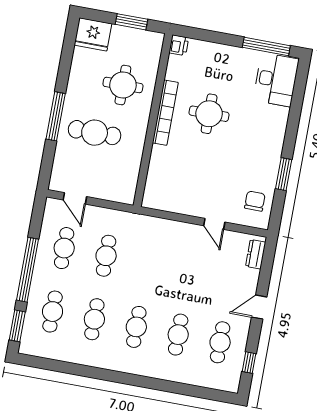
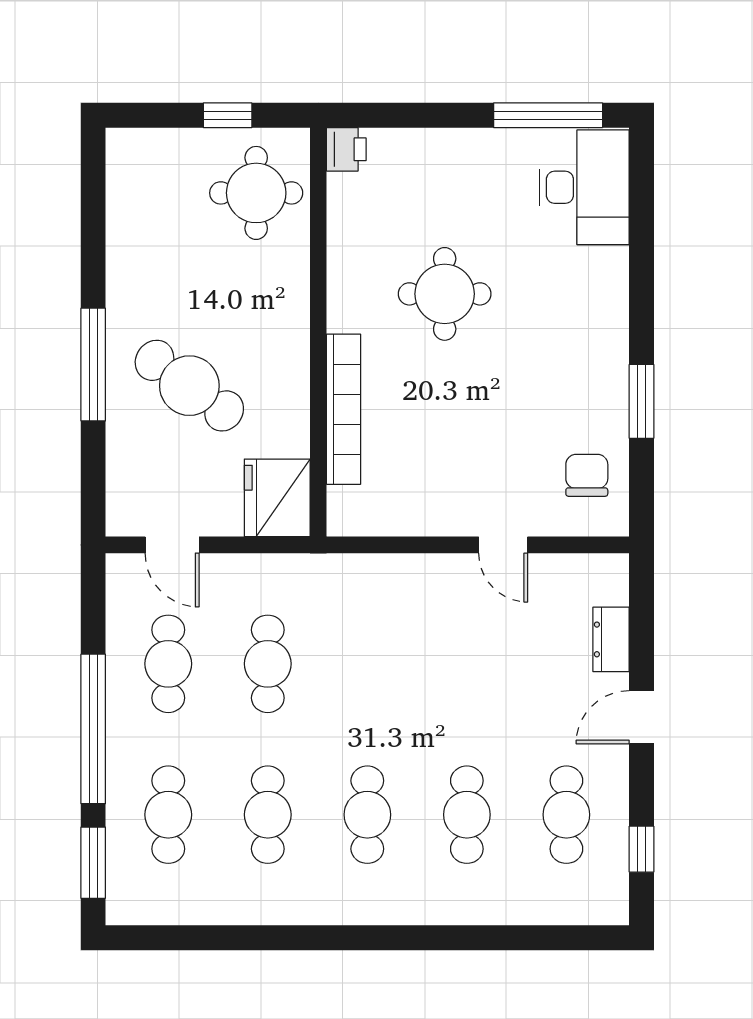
window: (131, 22) -> (228, 115), width x0.67
fridge: (93, 34) -> (277, 498), moved, turned 90
round table: (123, 85) -> (256, 193), moved
bookcase: (165, 113) -> (343, 409), moved
cafe table: (95, 133) -> (189, 386), turned 36
dresser: (256, 254) -> (611, 639), moved

